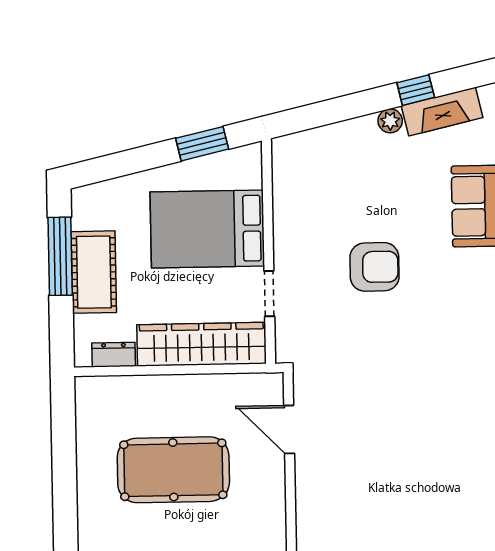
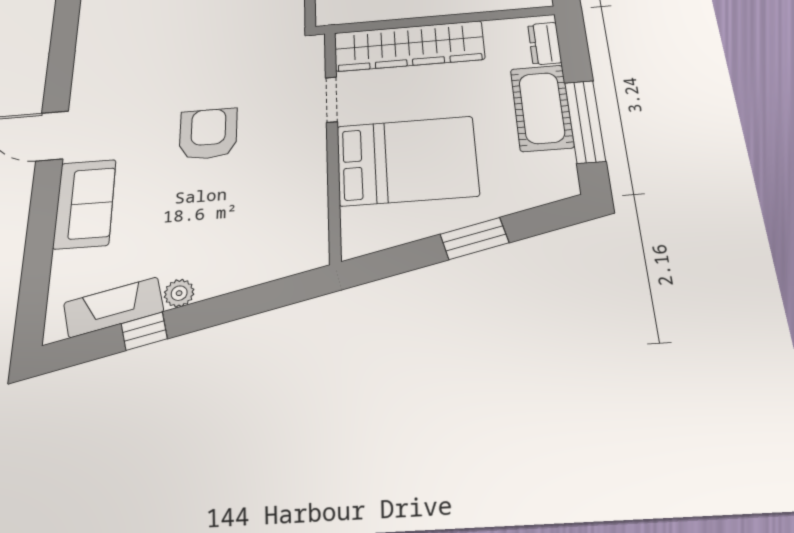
window: (202, 144) -> (474, 238), moved
armchair: (375, 267) -> (208, 134), turned 90
dresser: (114, 355) -> (545, 44), moved, turned 90

